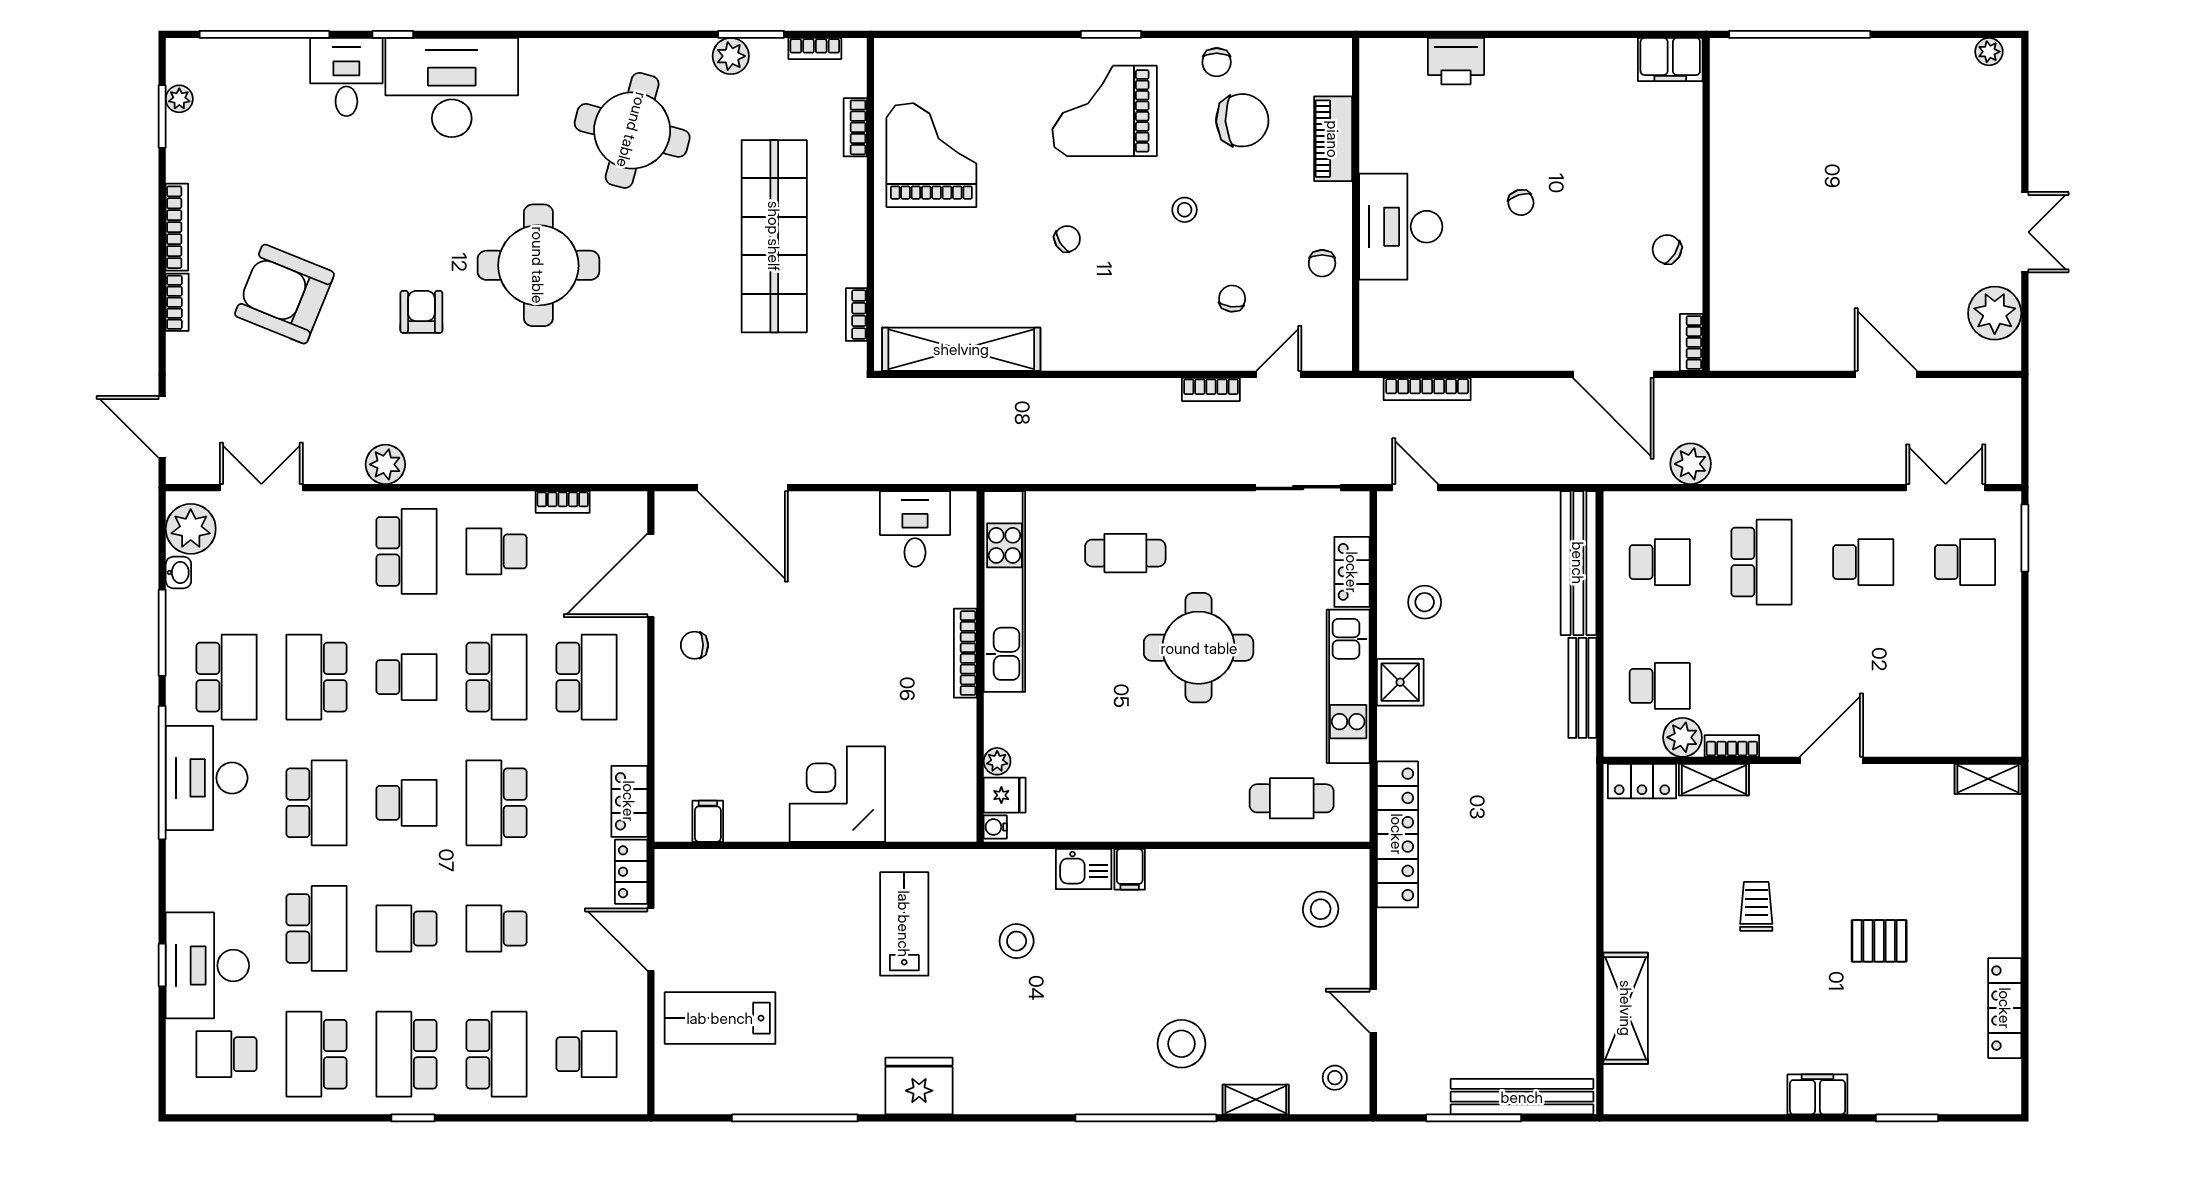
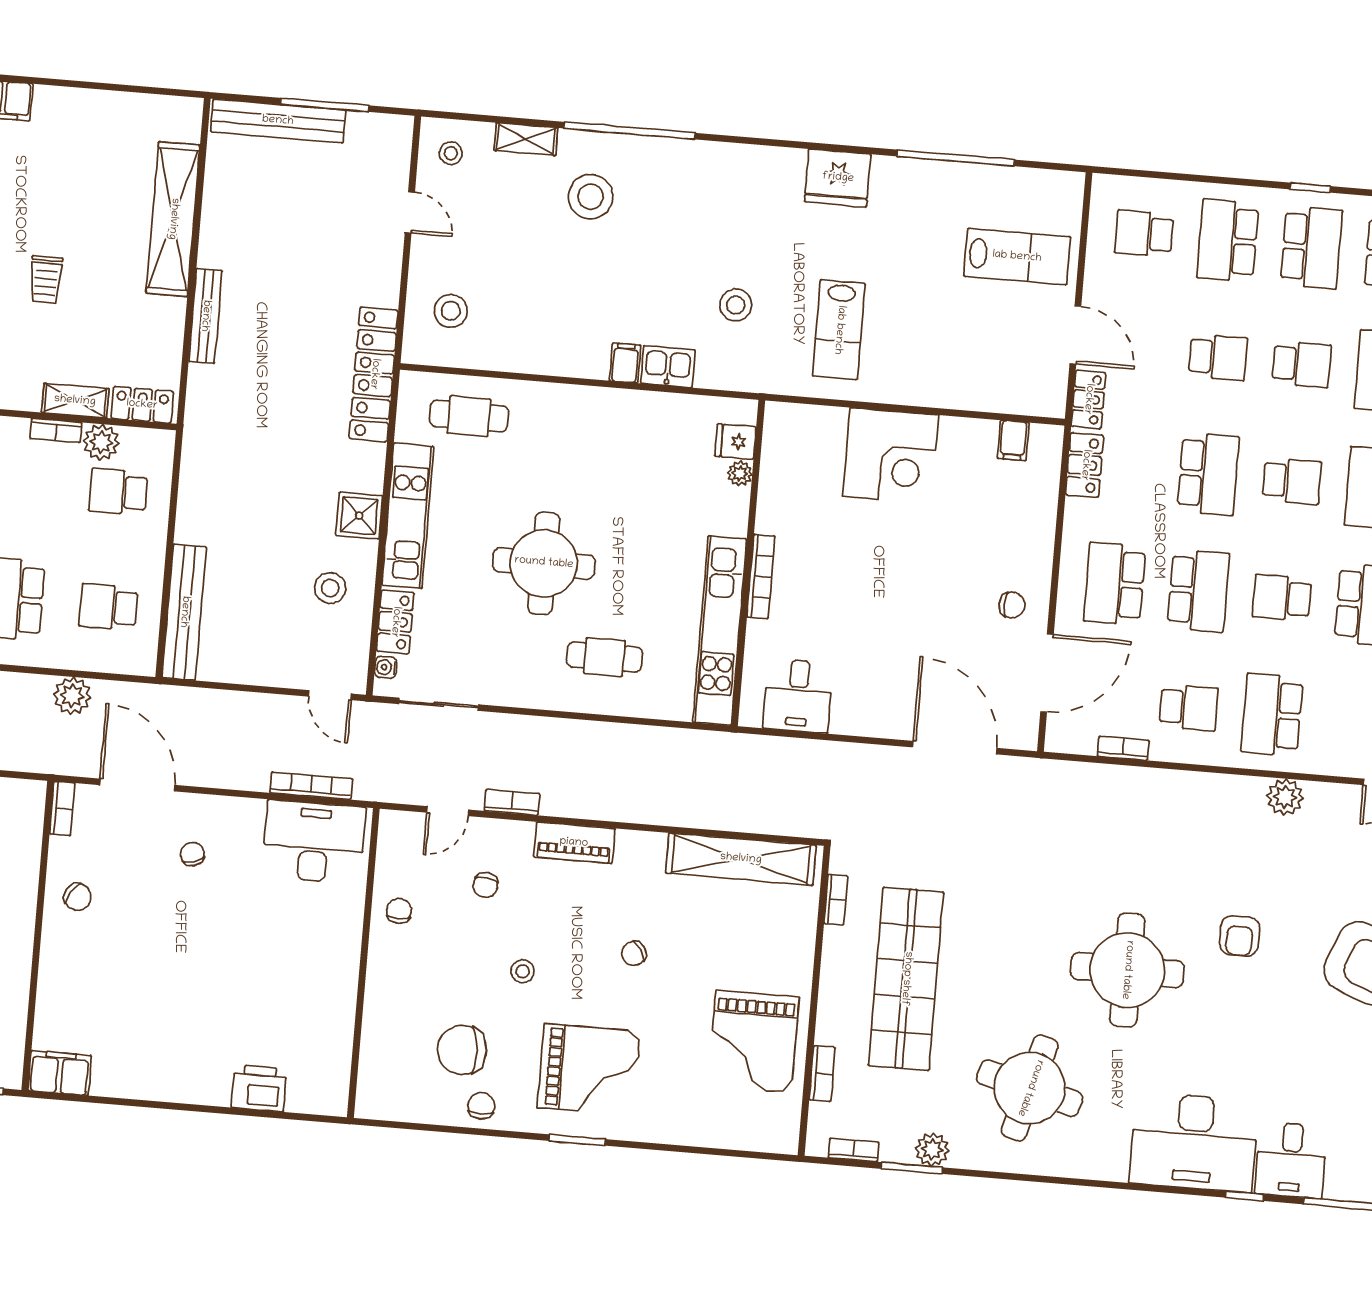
piano: (1333, 139) -> (574, 843), moved, turned 90
chair: (1521, 203) -> (192, 854), moved
desk: (1401, 227) -> (314, 842), moved, turned -90
school desk: (497, 677) -> (1198, 591), turned 180
bench: (1582, 688) -> (205, 316), moved
school desk: (407, 803) -> (1292, 481), turned 180
water cooler: (995, 827) -> (386, 667), moved, turned 180
shelving: (1626, 1008) -> (173, 219), width x1.47

